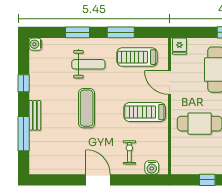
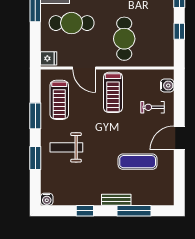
weight bench: (88, 64) -> (66, 147), turned -90
door: (170, 83) -> (84, 68), hinge flipped
exercise mat: (87, 108) -> (138, 162), moved

